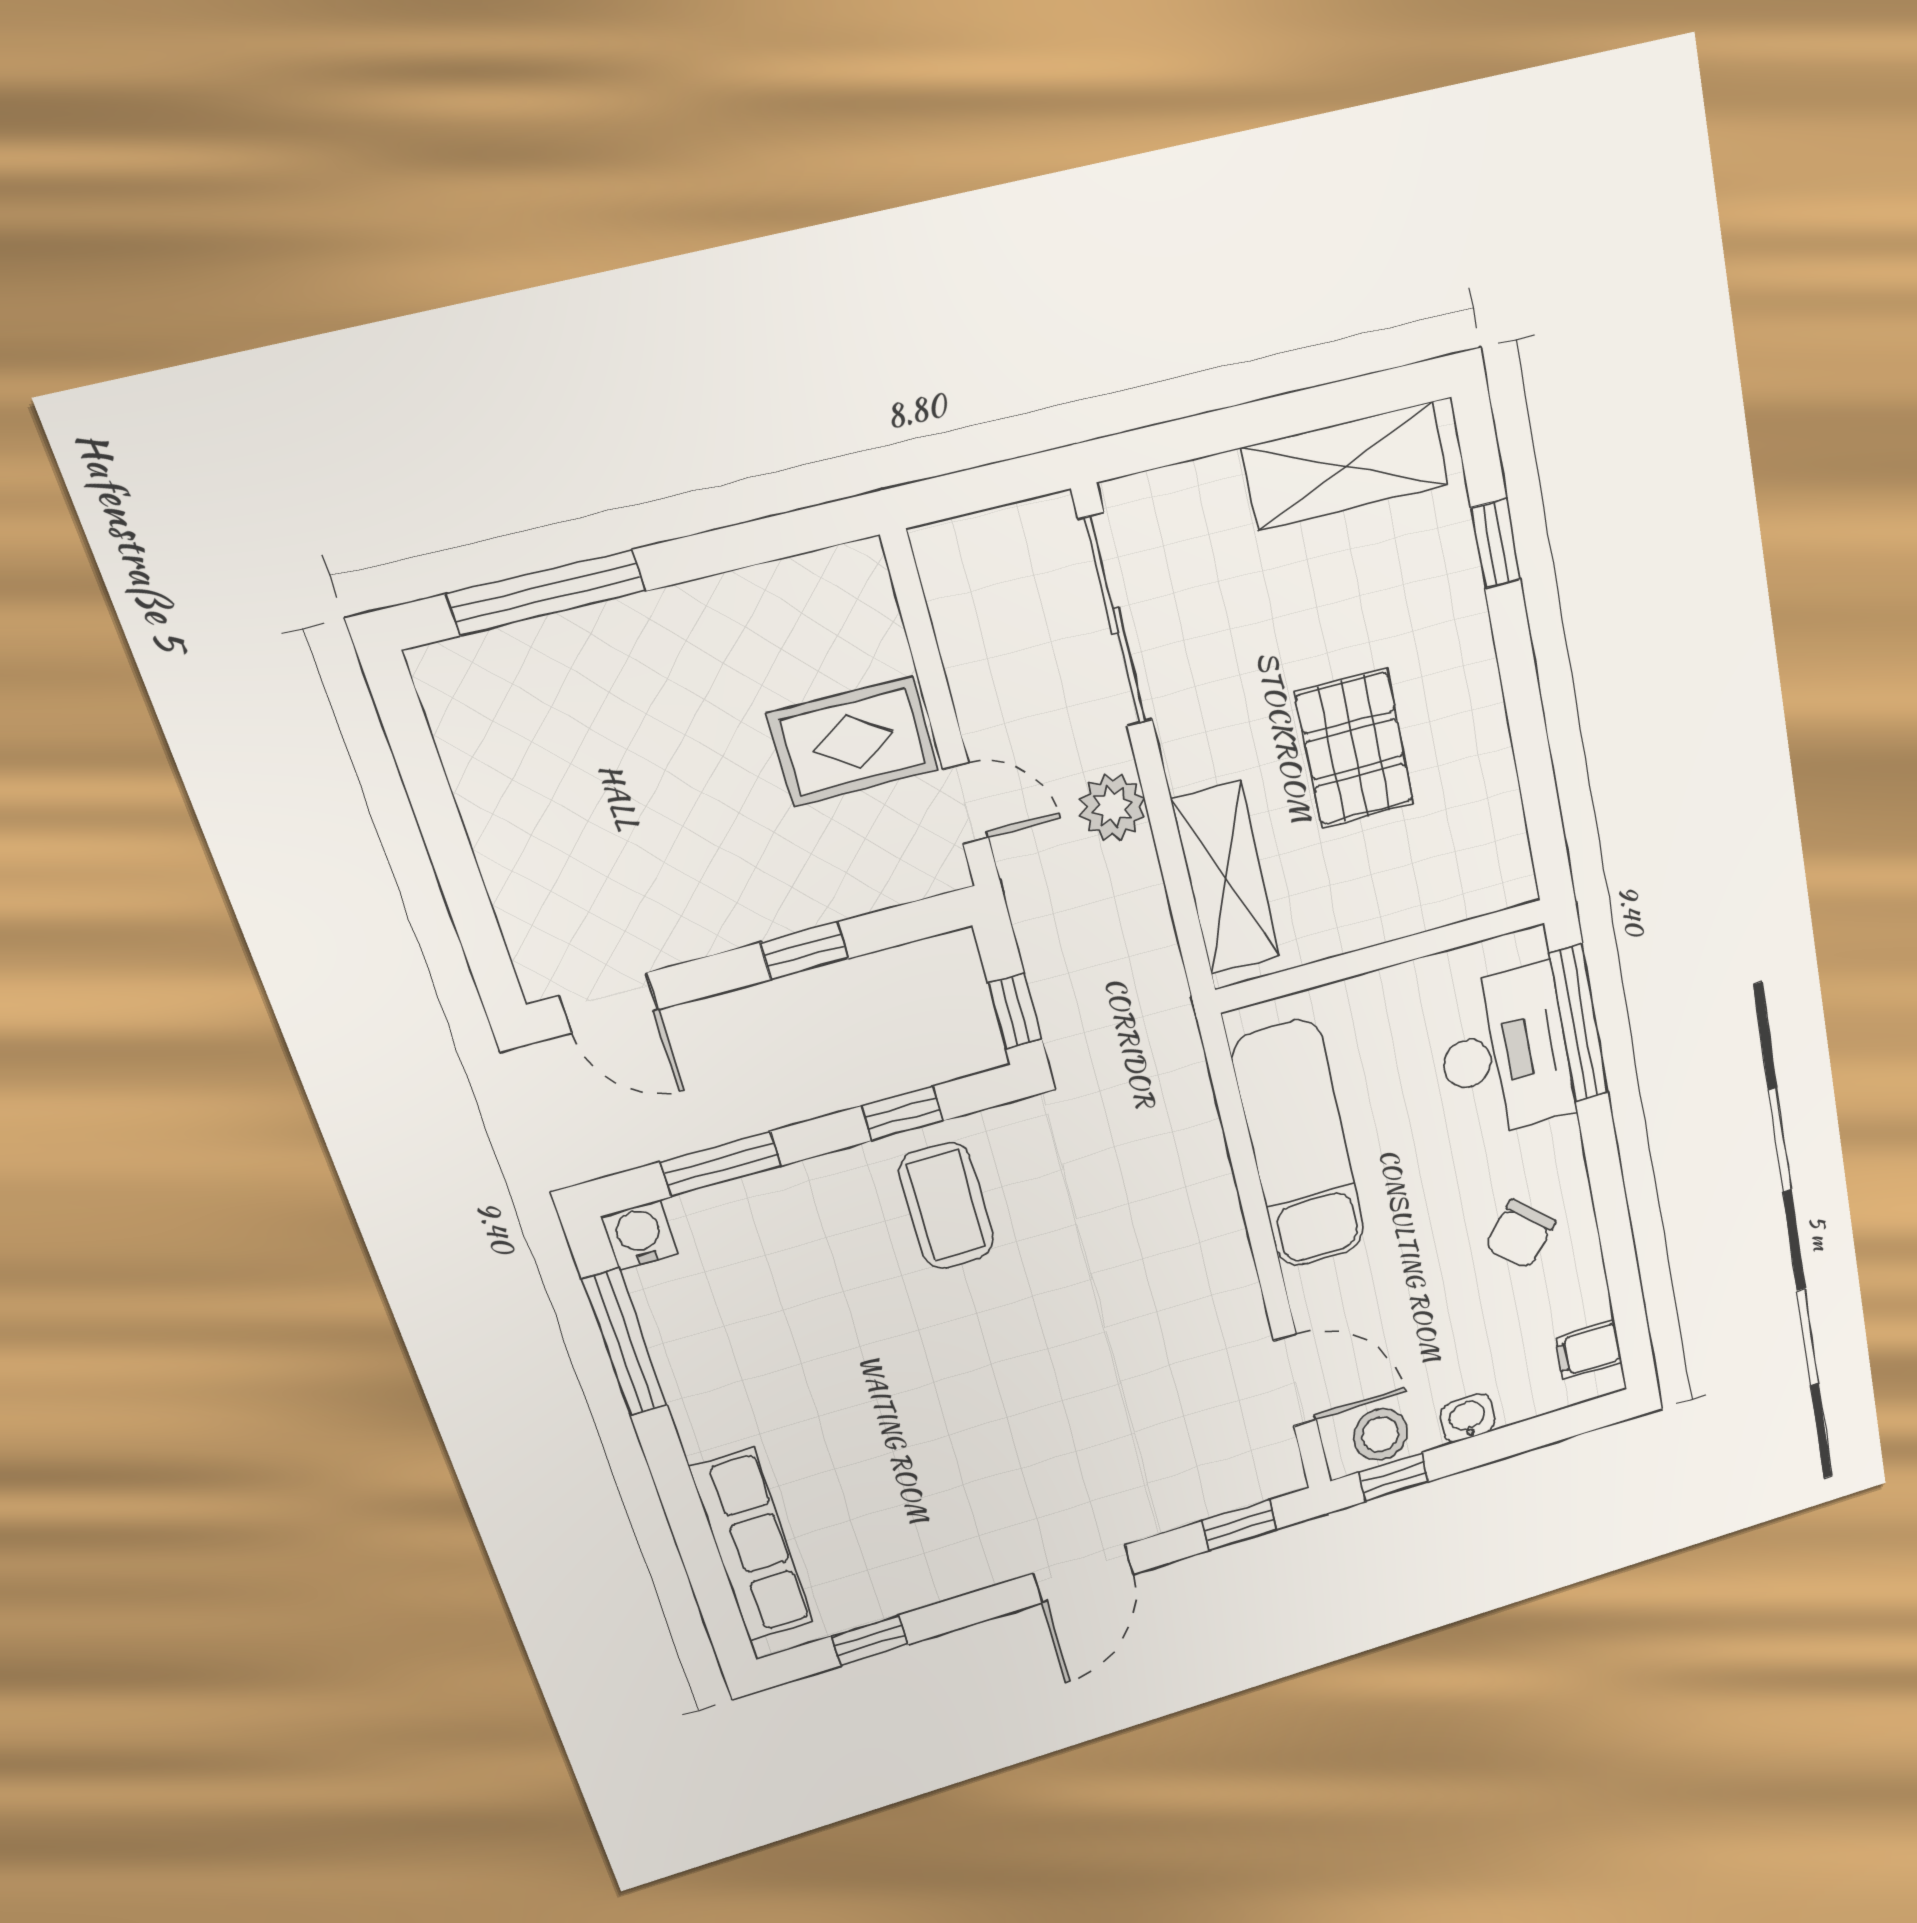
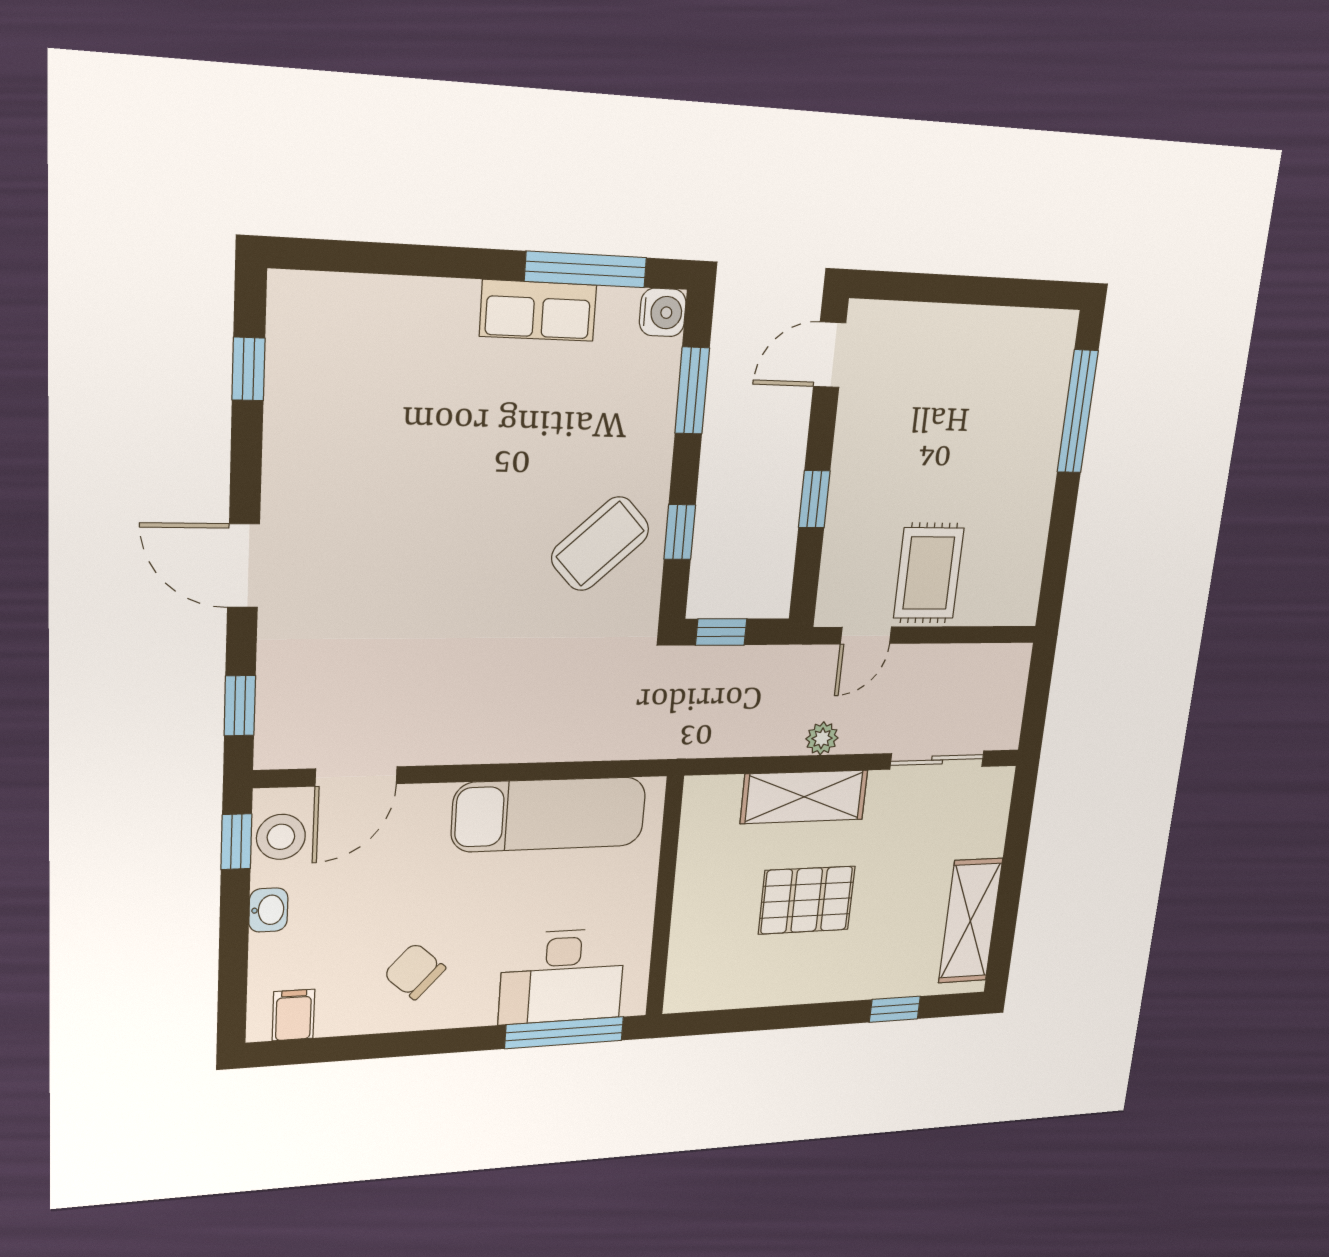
sliding door: (1116, 621) -> (937, 760), width x0.73
plant: (1113, 807) -> (822, 738), width x0.73, depth x0.73
shelving: (1226, 878) -> (804, 797), moved
coffee table: (946, 1206) -> (600, 544), turned -43
row of seats: (752, 1545) -> (538, 311), moved, width x0.68

